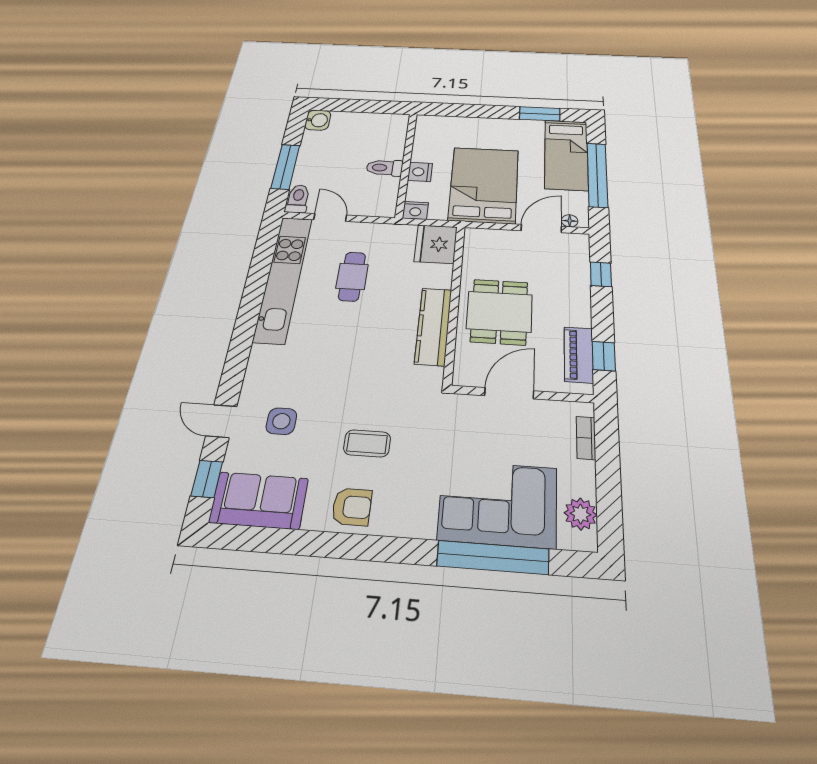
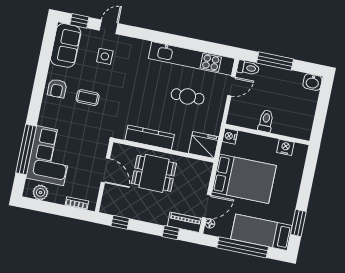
nightstand: (420, 172) -> (285, 147), moved
door: (541, 229) -> (207, 206), hinge flipped
piano: (579, 355) -> (185, 222), moved
coffee table: (367, 443) -> (88, 98), turned 90

